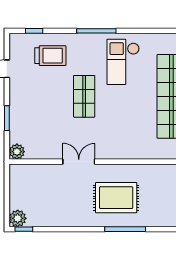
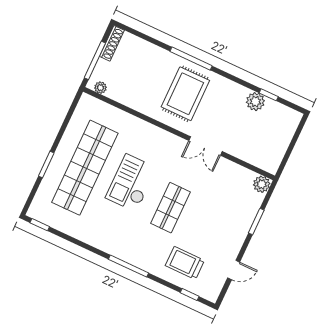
checkout: (123, 62) -> (131, 183), moved, turned 180
rug: (116, 198) -> (185, 94), turned 90
plant: (18, 218) -> (255, 102), moved
window: (24, 229) -> (269, 95), moved

